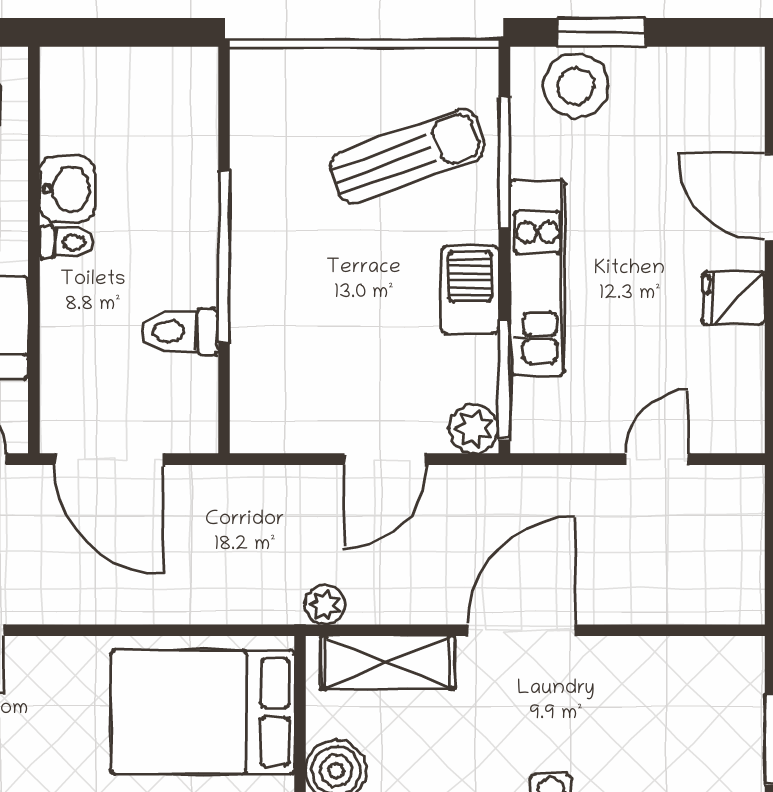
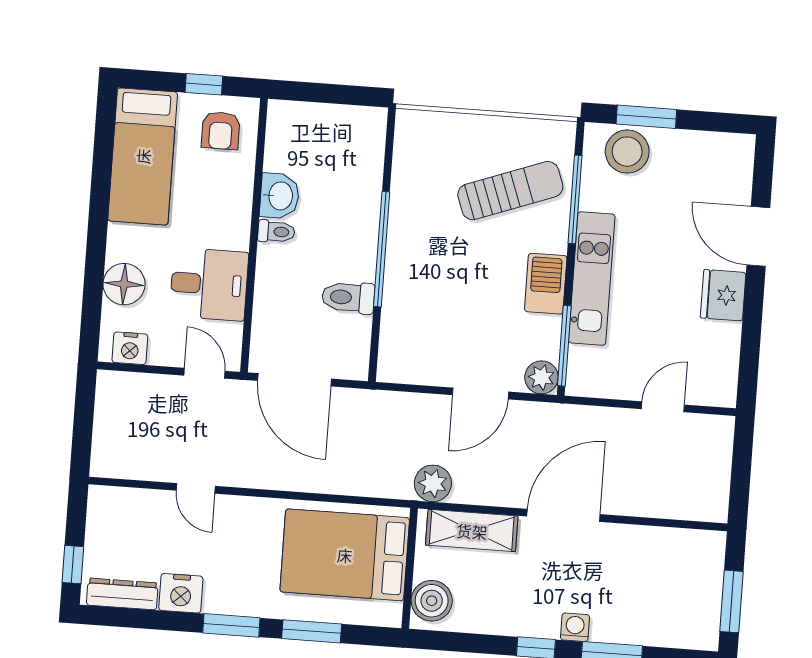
fridge: (733, 298) -> (723, 295), width x1.38
plant: (325, 605) -> (433, 483), width x1.38, depth x1.38

